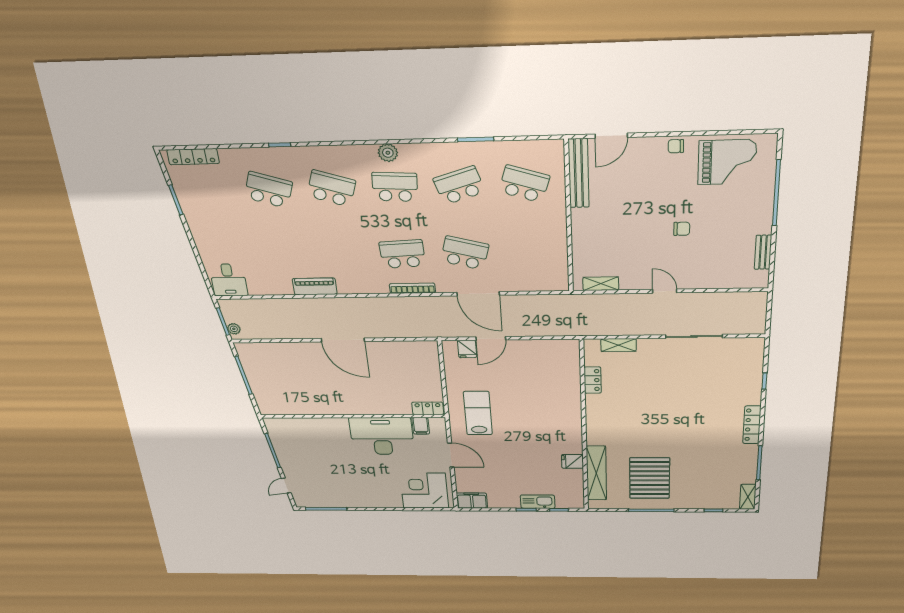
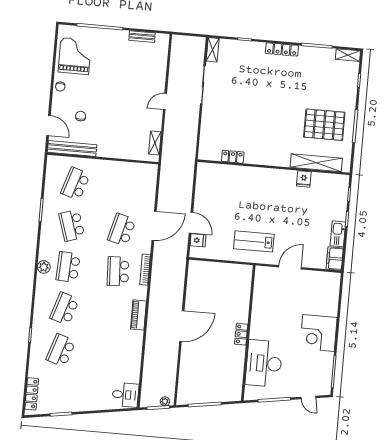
chair: (682, 229) -> (81, 116), moved
piano: (315, 286) -> (138, 315), moved
shelving: (619, 345) -> (213, 50), moved
locker: (428, 408) -> (241, 334), moved
filing cabinet: (421, 426) -> (261, 285), removed
desk: (382, 436) -> (264, 363), moved
corner desk: (424, 491) -> (319, 333), moved
kitchen sink: (538, 502) -> (338, 234), moved

